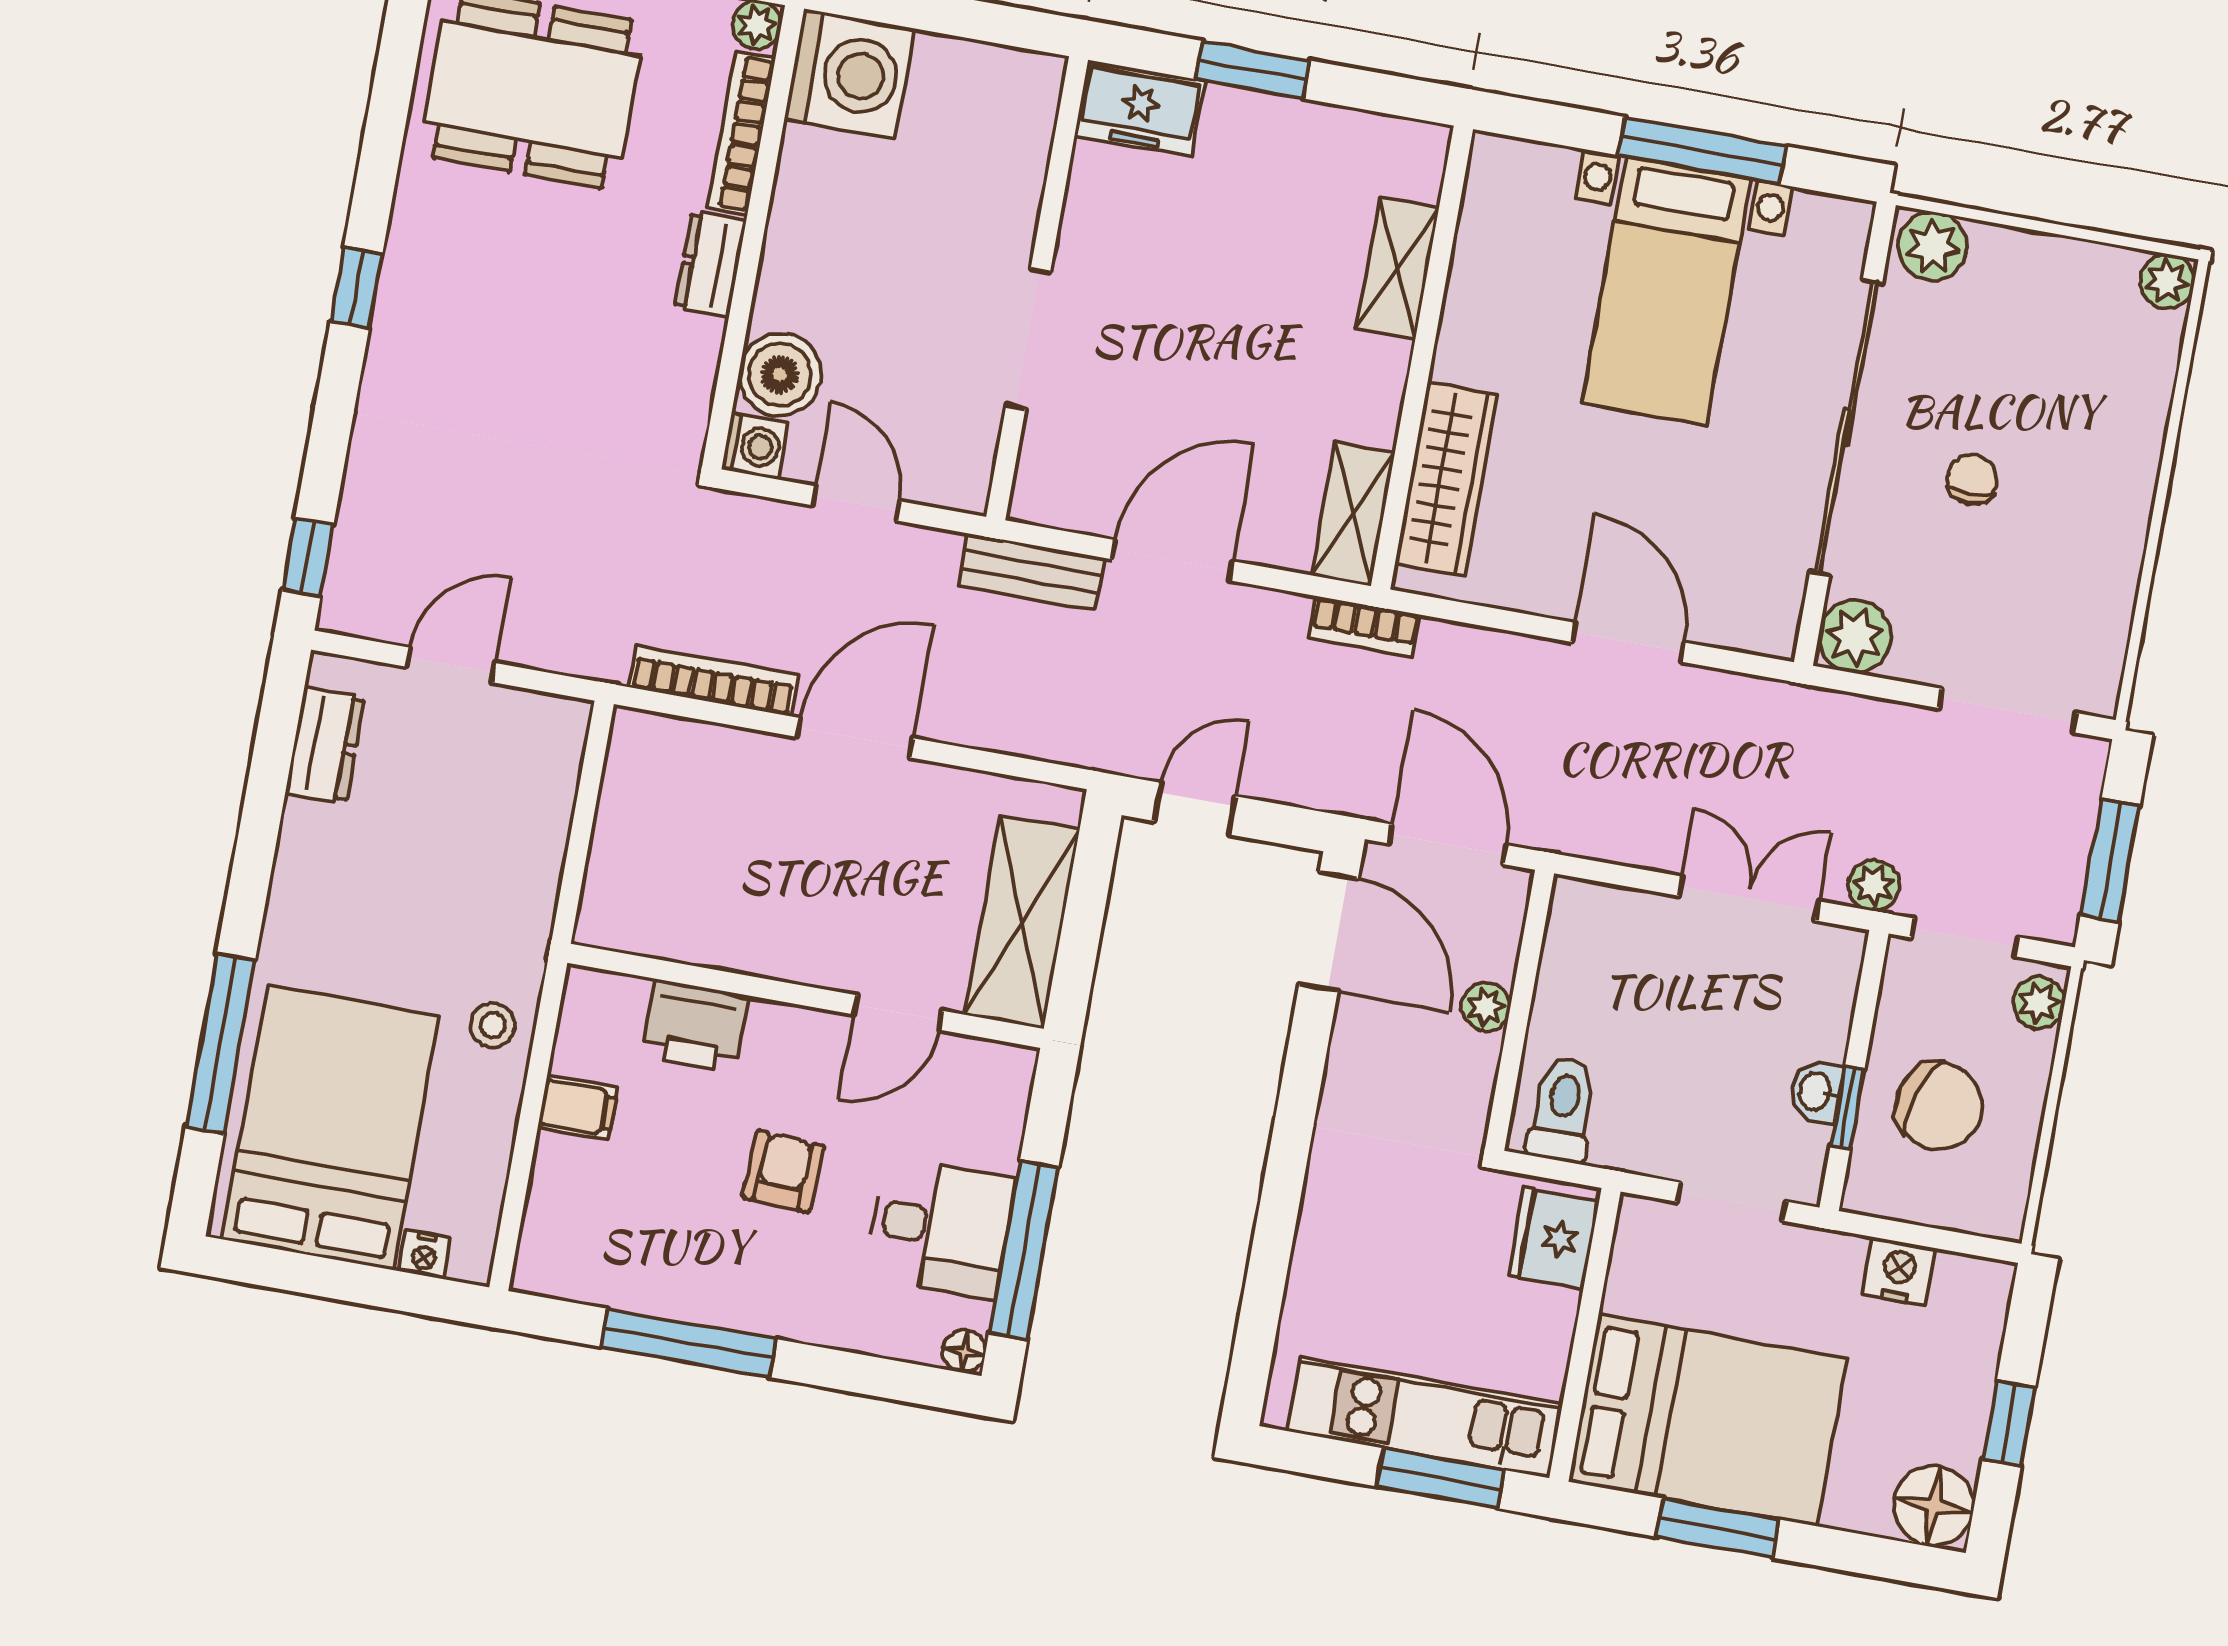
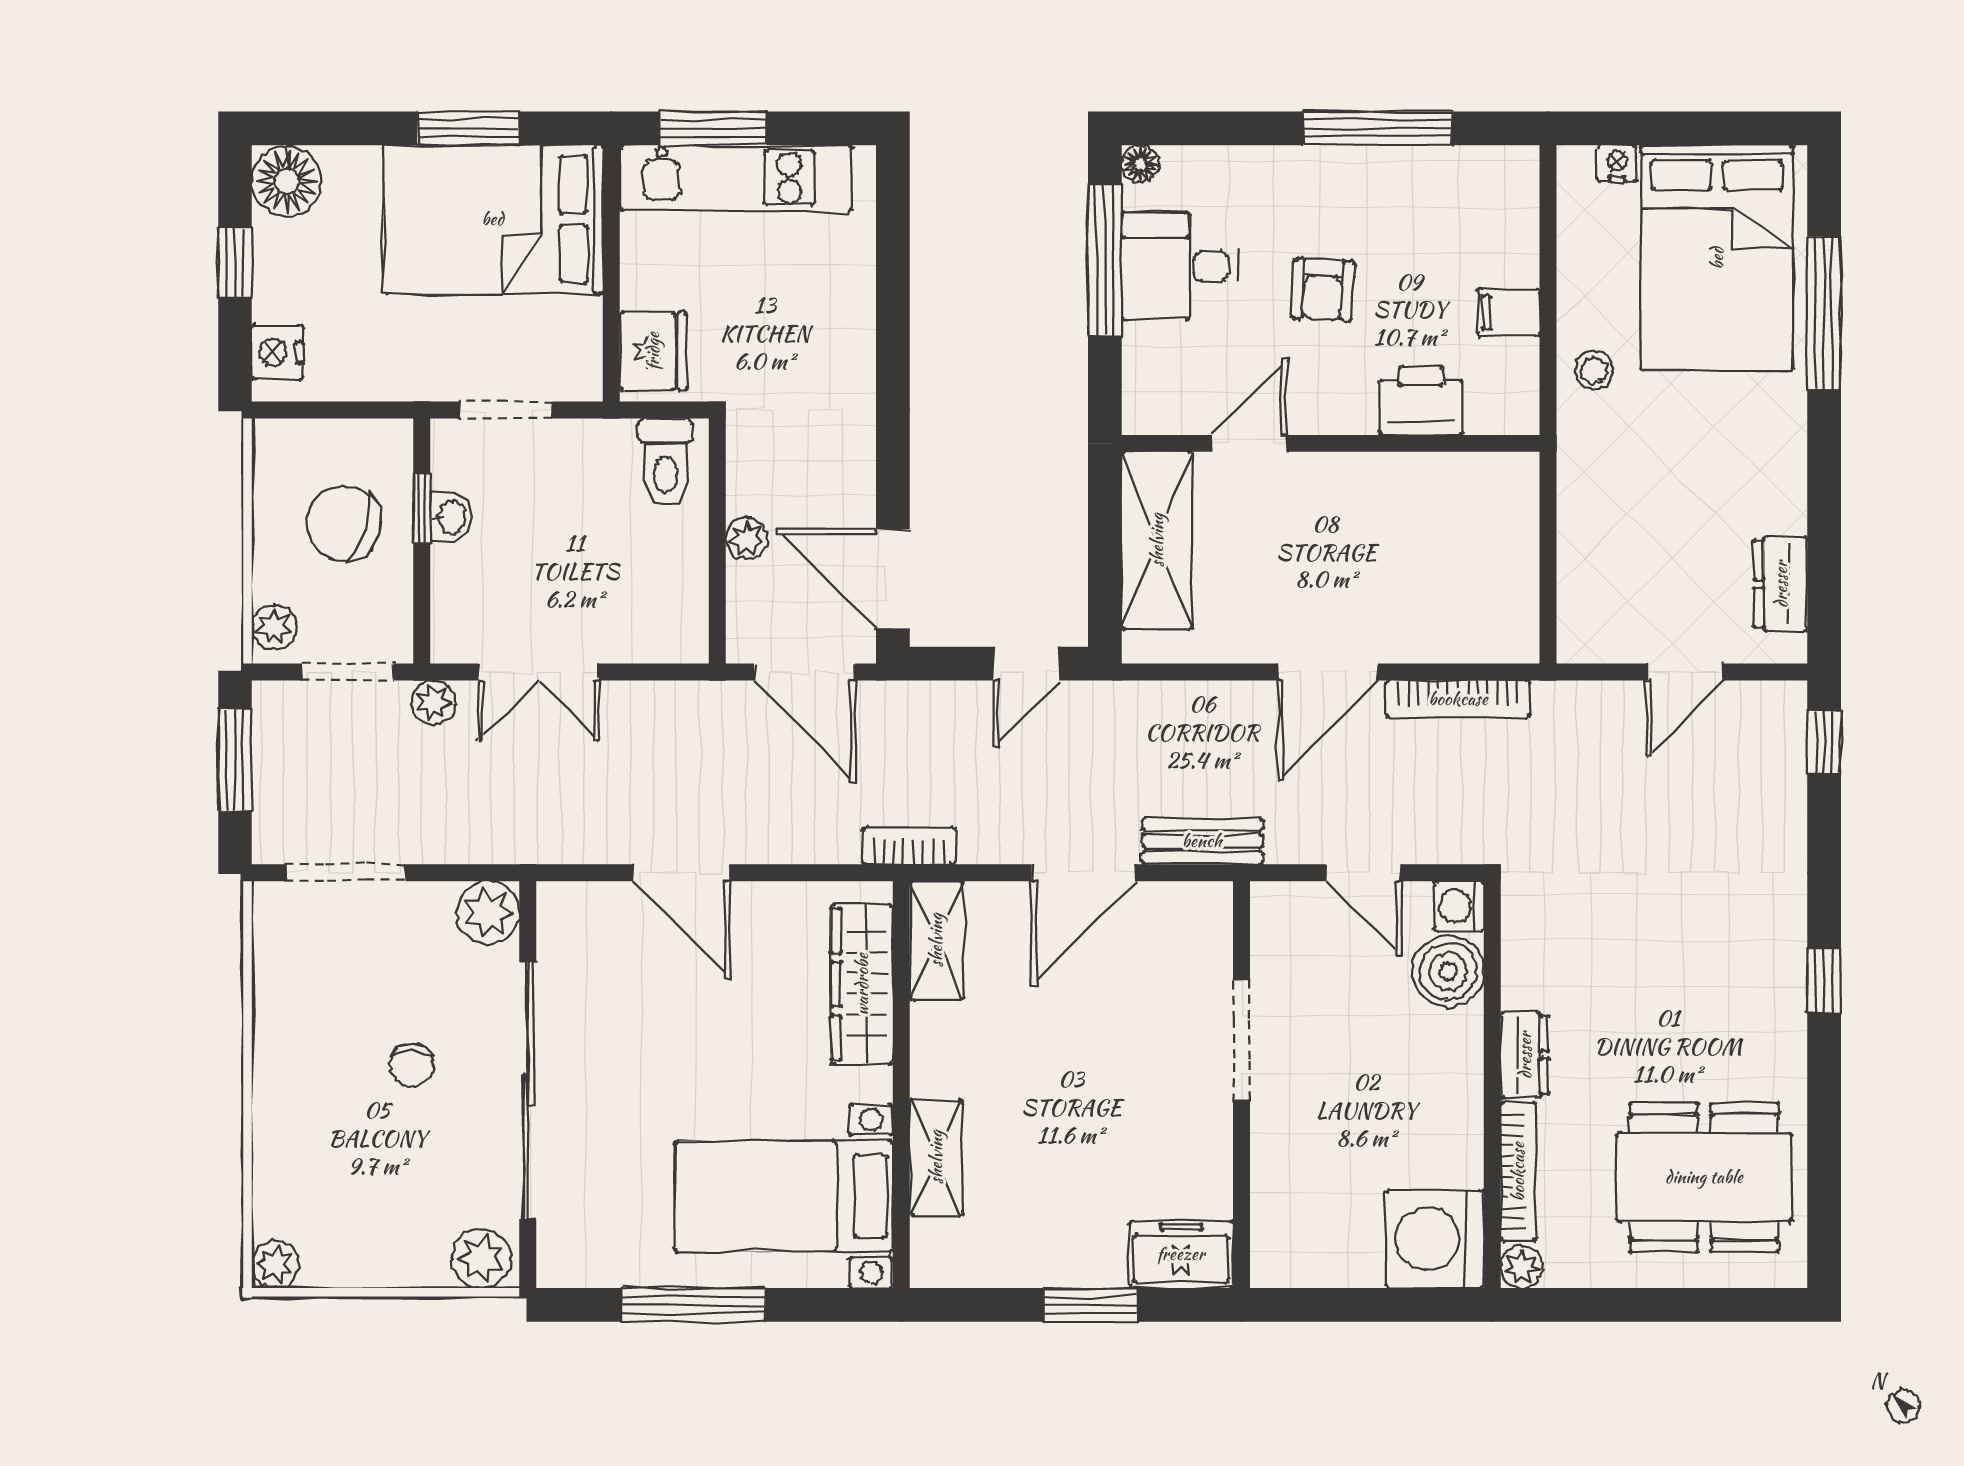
bed with nightstands: (1666, 291) -> (784, 1196), moved, turned -90
nightstand: (1899, 1271) -> (277, 352), moved, turned 90

